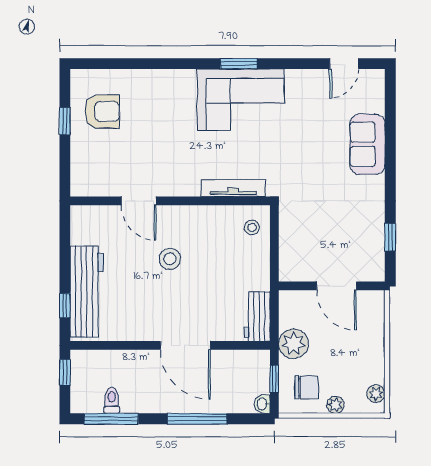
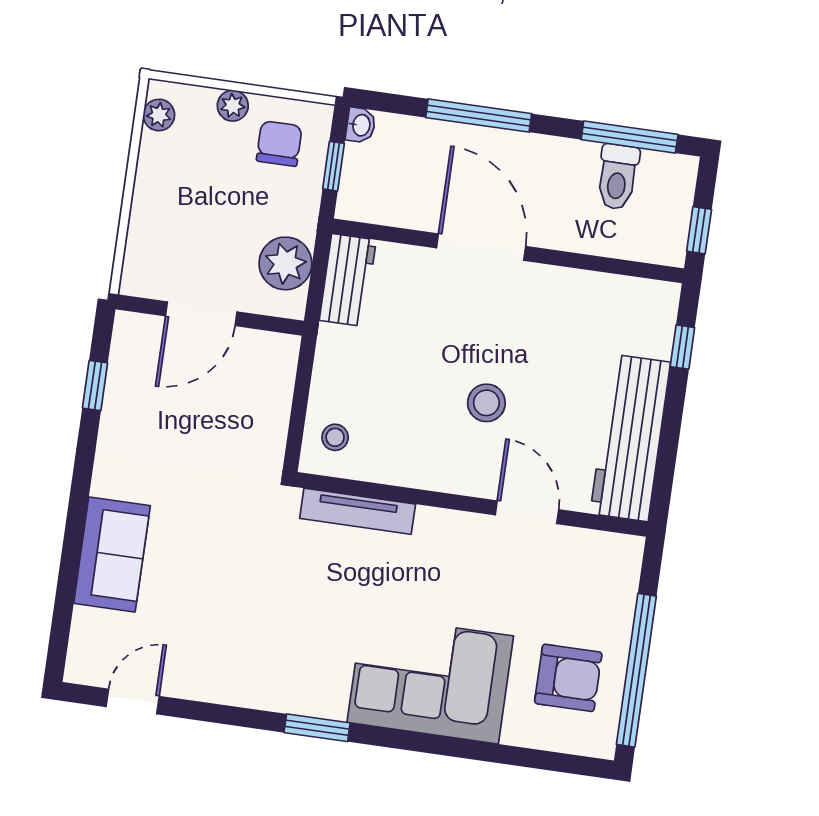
corner sofa: (241, 100) -> (430, 679), moved
armchair: (102, 112) -> (568, 678), turned 180
window: (65, 121) -> (636, 670), width x3.17
door: (336, 286) -> (201, 314), swing flipped
workbench: (87, 292) -> (630, 438), moved
plant: (293, 344) -> (285, 263), moved
chair: (306, 387) -> (279, 144), turned 90
toilet: (112, 401) -> (618, 177), width x1.37, depth x1.39

